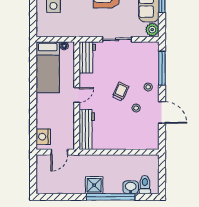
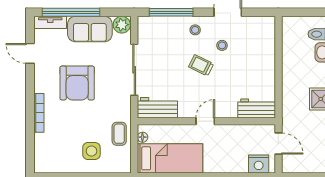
coffee table: (67, 28) -> (119, 134), added
sliding door: (117, 39) -> (134, 70), width x1.37
door: (77, 95) -> (205, 121), hinge flipped
workbench: (87, 130) -> (257, 108), width x0.73

